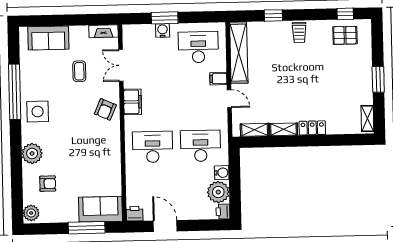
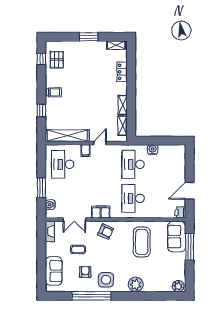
water cooler: (163, 30) -> (50, 205), moved
locker: (312, 128) -> (122, 72), moved
coffee table: (92, 161) -> (142, 242), added
armchair: (48, 184) -> (85, 272), moved
plant: (218, 192) -> (166, 152), removed
printer: (223, 212) -> (180, 149), removed

